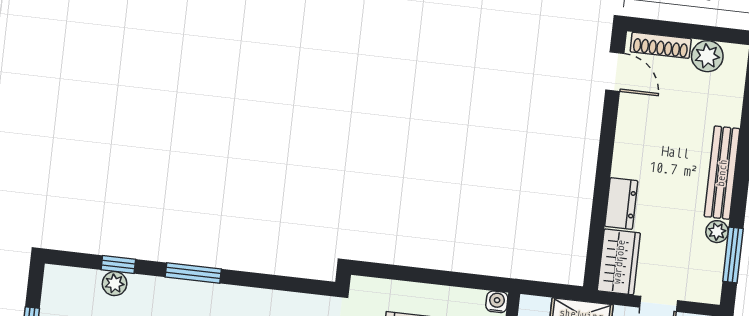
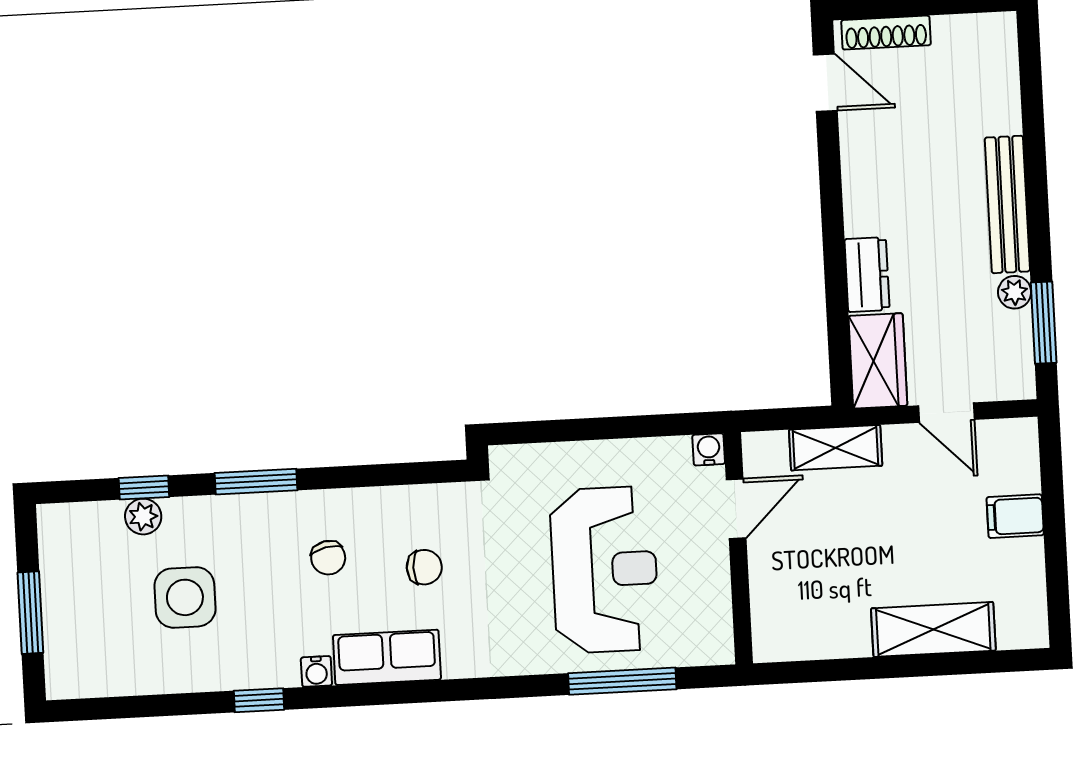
plant: (707, 56) -> (957, 37), removed

